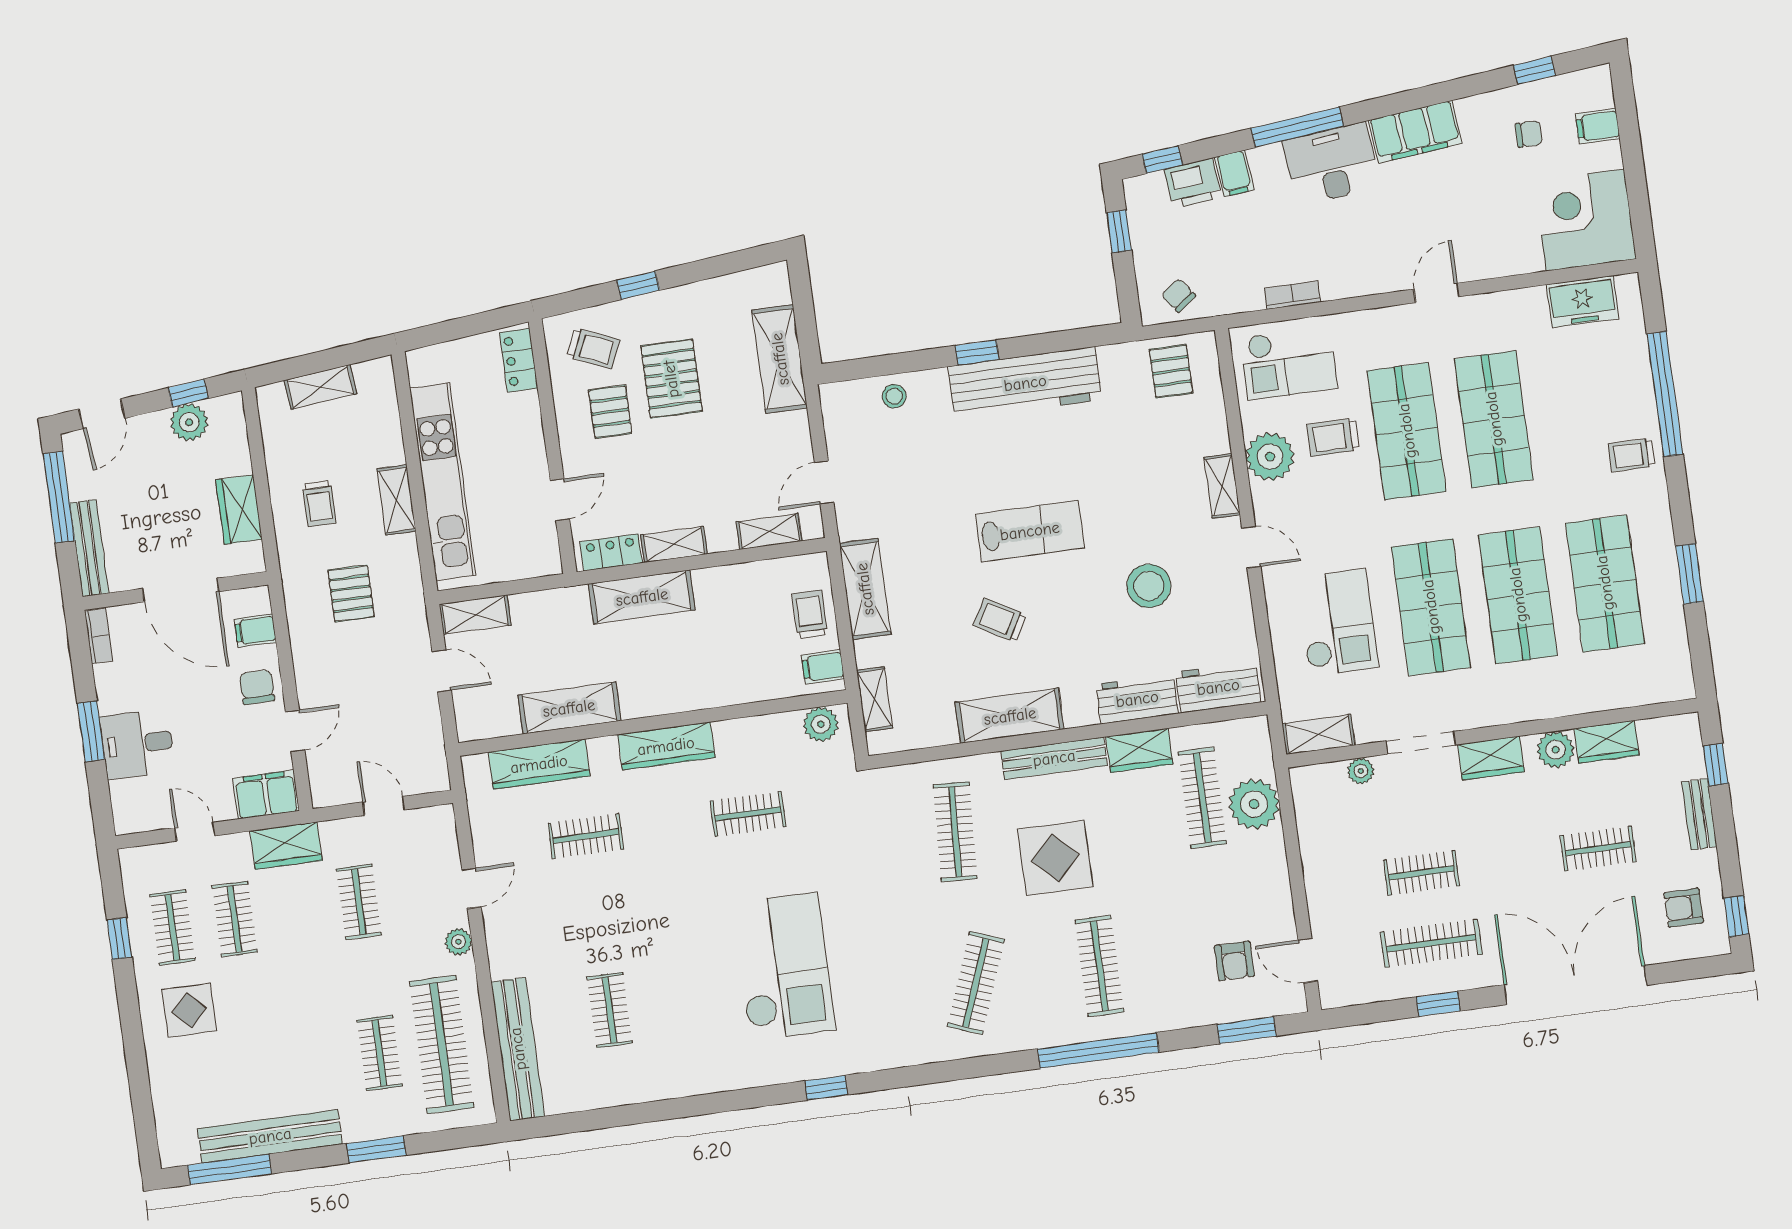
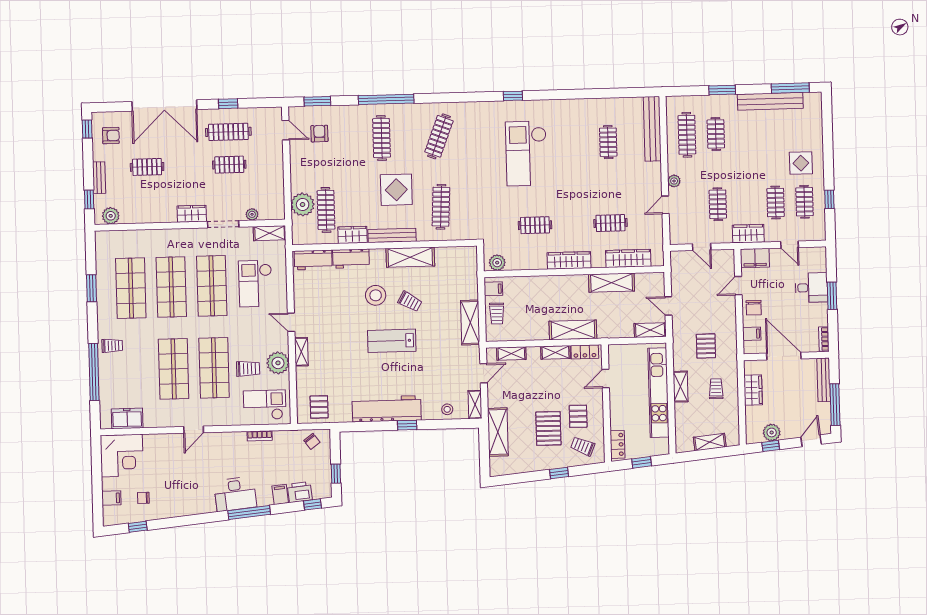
filing cabinet: (1415, 132) -> (195, 505), removed
window: (463, 327) -> (642, 462), added
stool: (1149, 586) -> (376, 295), moved
shelving: (875, 699) -> (475, 405), moved
wardrobe: (1607, 742) -> (138, 215), removed
plant: (1556, 750) -> (111, 216), moved
clothes rail: (442, 1044) -> (687, 135), width x0.73, depth x0.76

